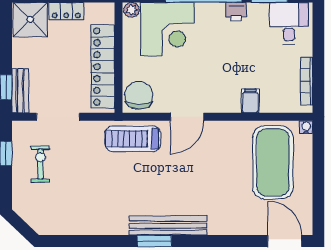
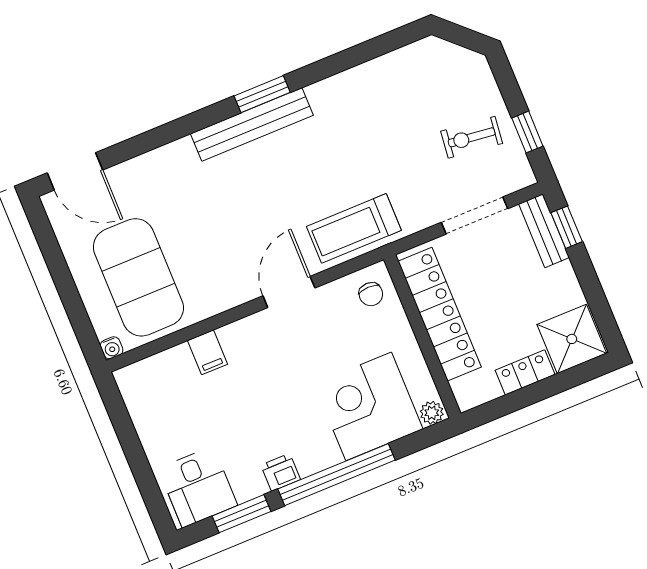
bookcase: (306, 81) -> (138, 414), removed
chair: (139, 95) -> (371, 294), width x0.54, depth x0.54
treadmill: (133, 139) -> (354, 228), turned 180
exercise bike: (40, 164) -> (472, 137), turned 97

